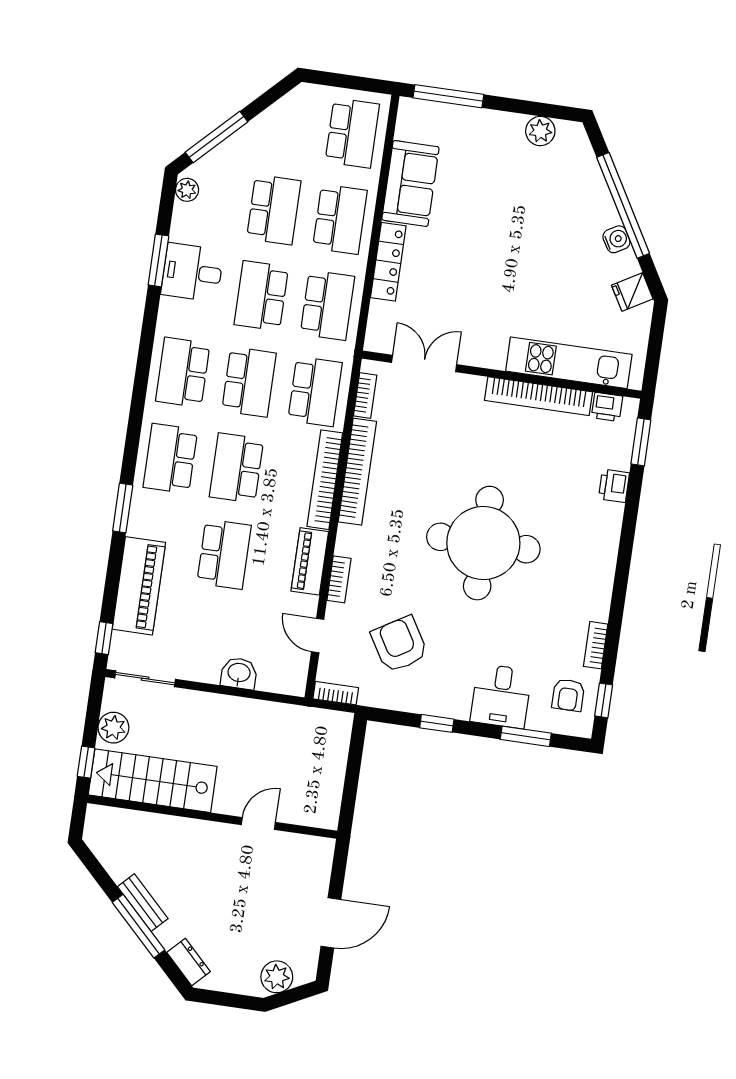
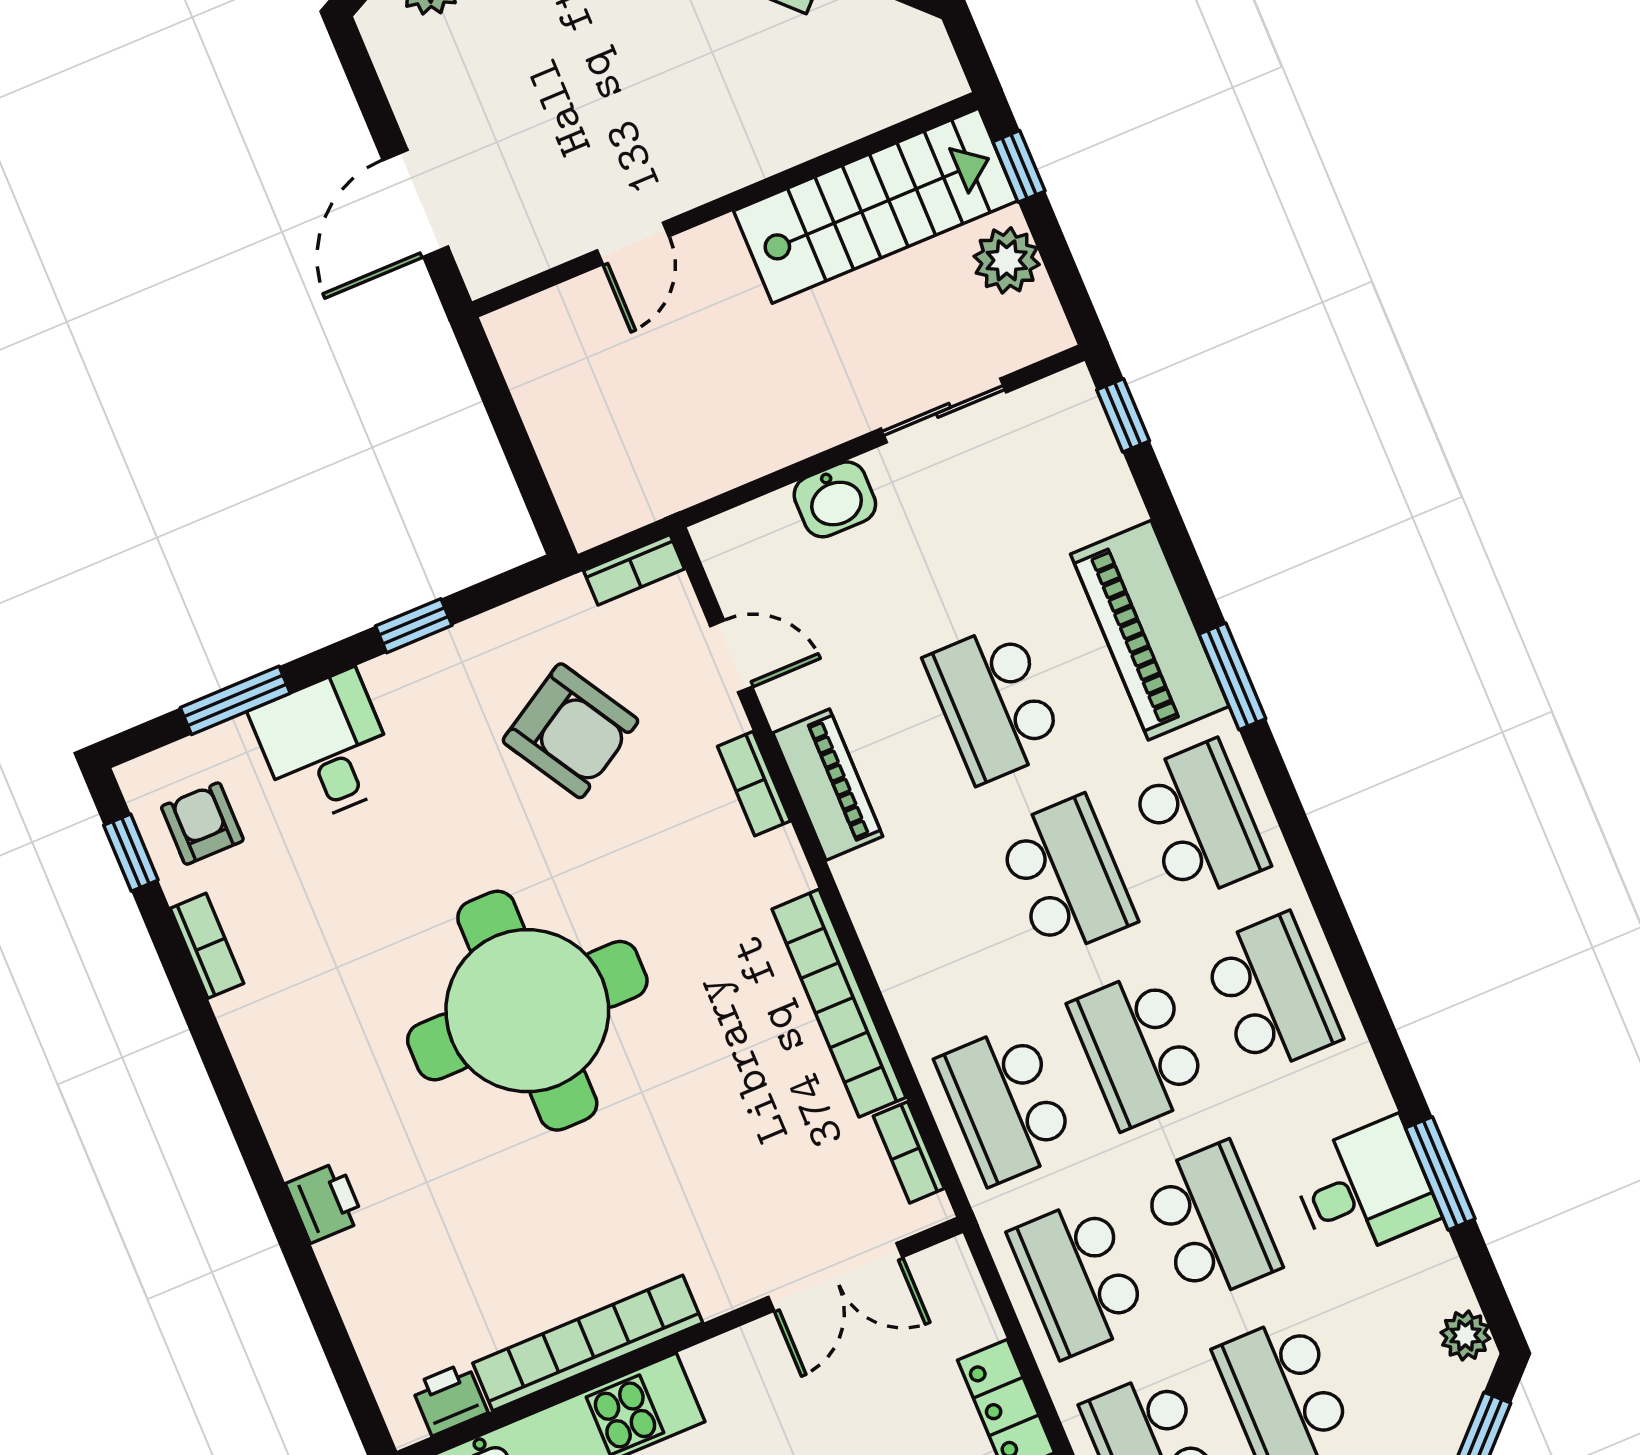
window: (641, 442) -> (348, 1372), removed
bookcase: (325, 480) -> (890, 952), removed
printer: (614, 486) -> (325, 1202), moved
piano: (139, 586) -> (1150, 630), moved
sliding door: (145, 679) -> (943, 410), moved
door: (331, 923) -> (415, 203), moved

